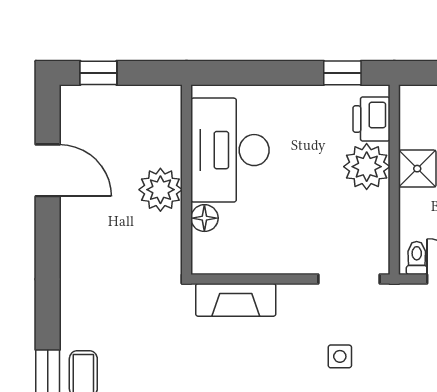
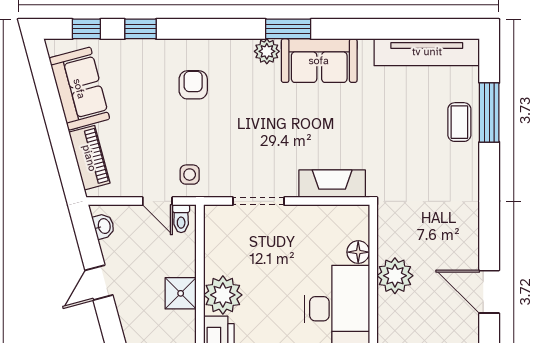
doorway: (349, 279) -> (259, 201), moved
side table: (340, 356) -> (190, 175), moved

